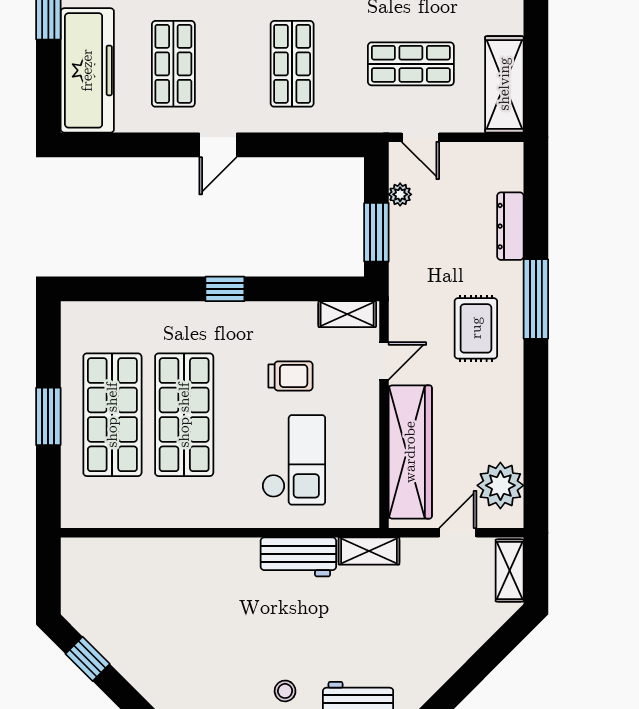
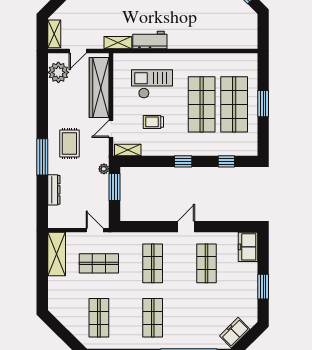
freezer: (87, 70) -> (248, 247), width x0.52, depth x0.79
plant: (400, 194) -> (104, 169), moved
window: (130, 289) -> (226, 161), added
checkout: (294, 460) -> (152, 84), turned 90

